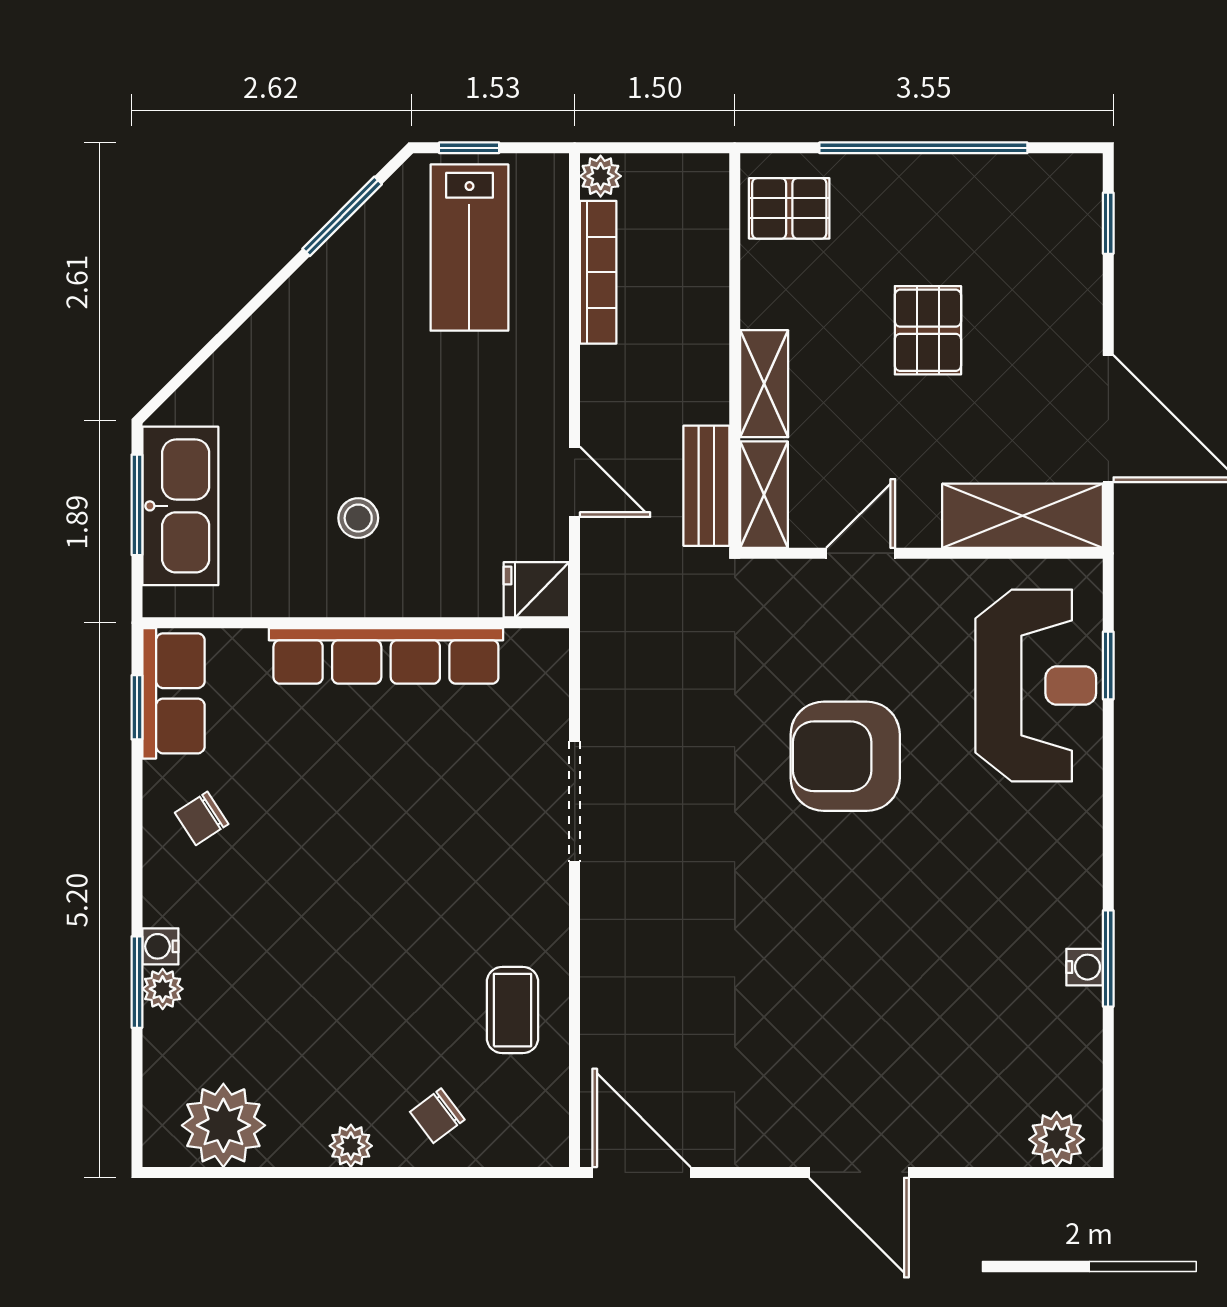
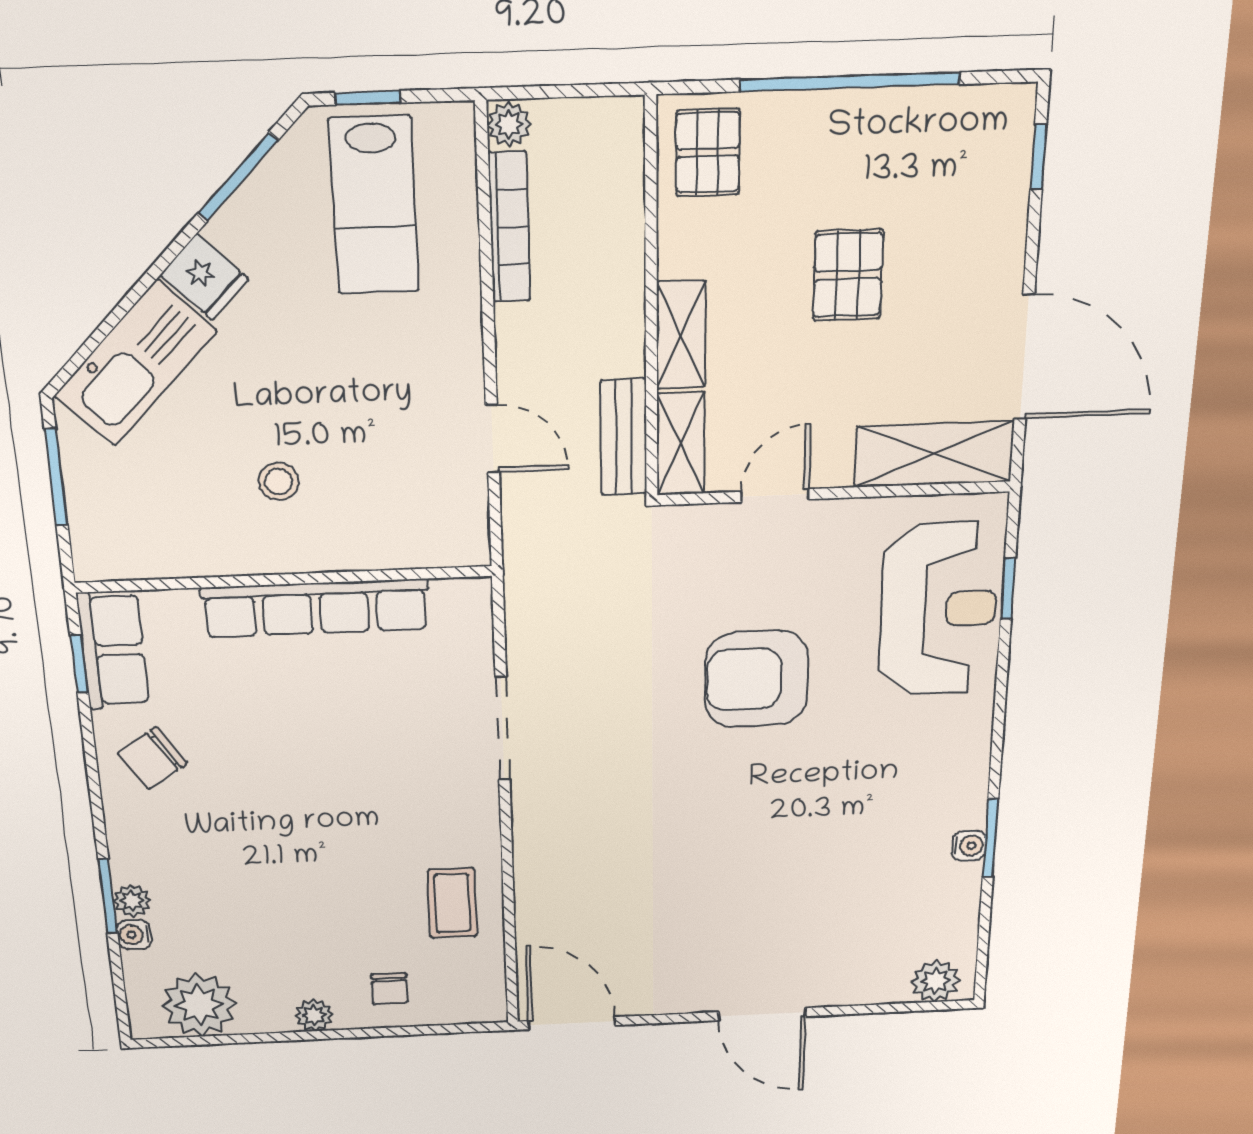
pallet: (789, 208) -> (708, 152), turned 90
kitchen sink: (180, 506) -> (135, 364), moved, turned 45
fridge: (536, 590) -> (205, 277), moved, turned -135
chair: (202, 818) -> (152, 758), width x1.37, depth x1.37
water cooler: (160, 946) -> (134, 935), moved
chair: (437, 1116) -> (389, 989), turned -53

